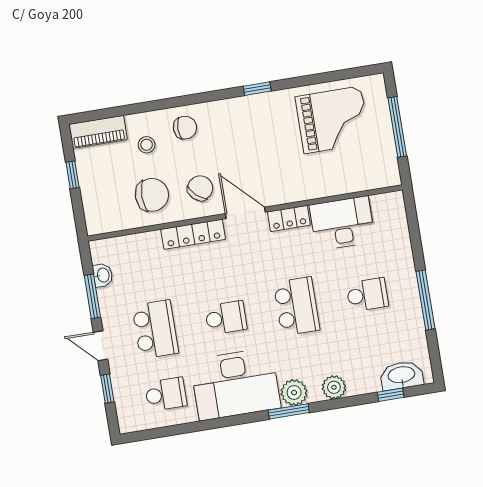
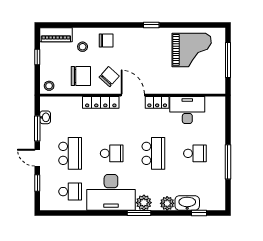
stool: (101, 220) -> (49, 86), added
washbasin: (402, 375) -> (187, 203), moved

